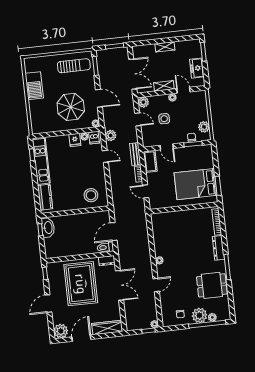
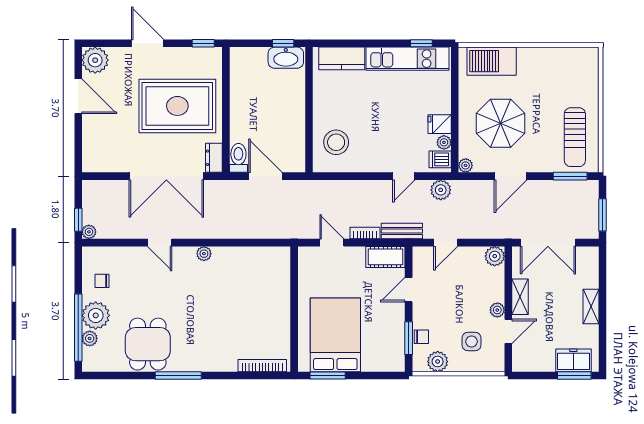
freezer: (197, 68) -> (573, 360), moved
barbecue: (34, 86) -> (492, 61), moved
door: (138, 119) -> (446, 243), moved
side table: (164, 119) -> (472, 342), moved
door: (146, 191) -> (332, 243), hinge flipped
dresser: (218, 248) -> (215, 363), removed
double door: (120, 285) -> (166, 176), width x1.36
wardrobe: (107, 327) -> (92, 145), removed

